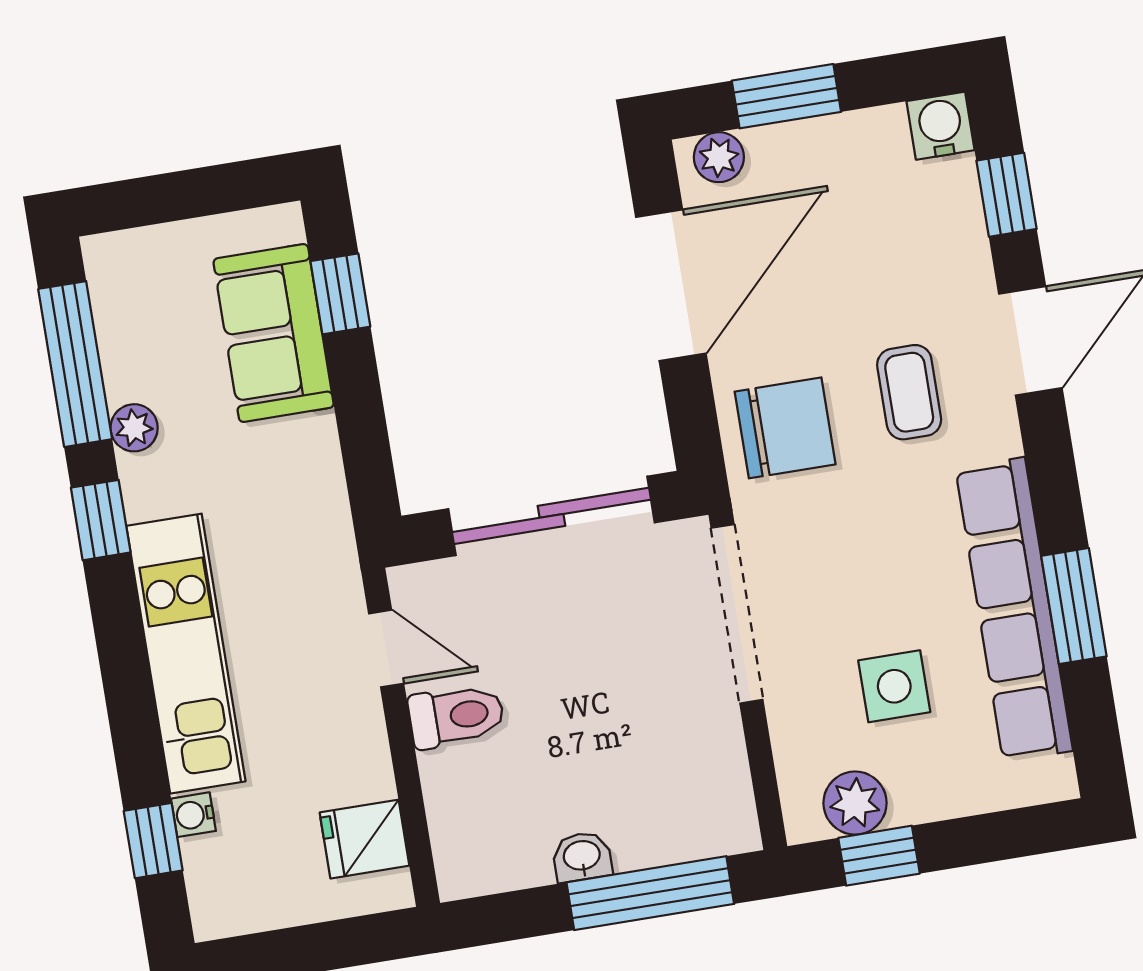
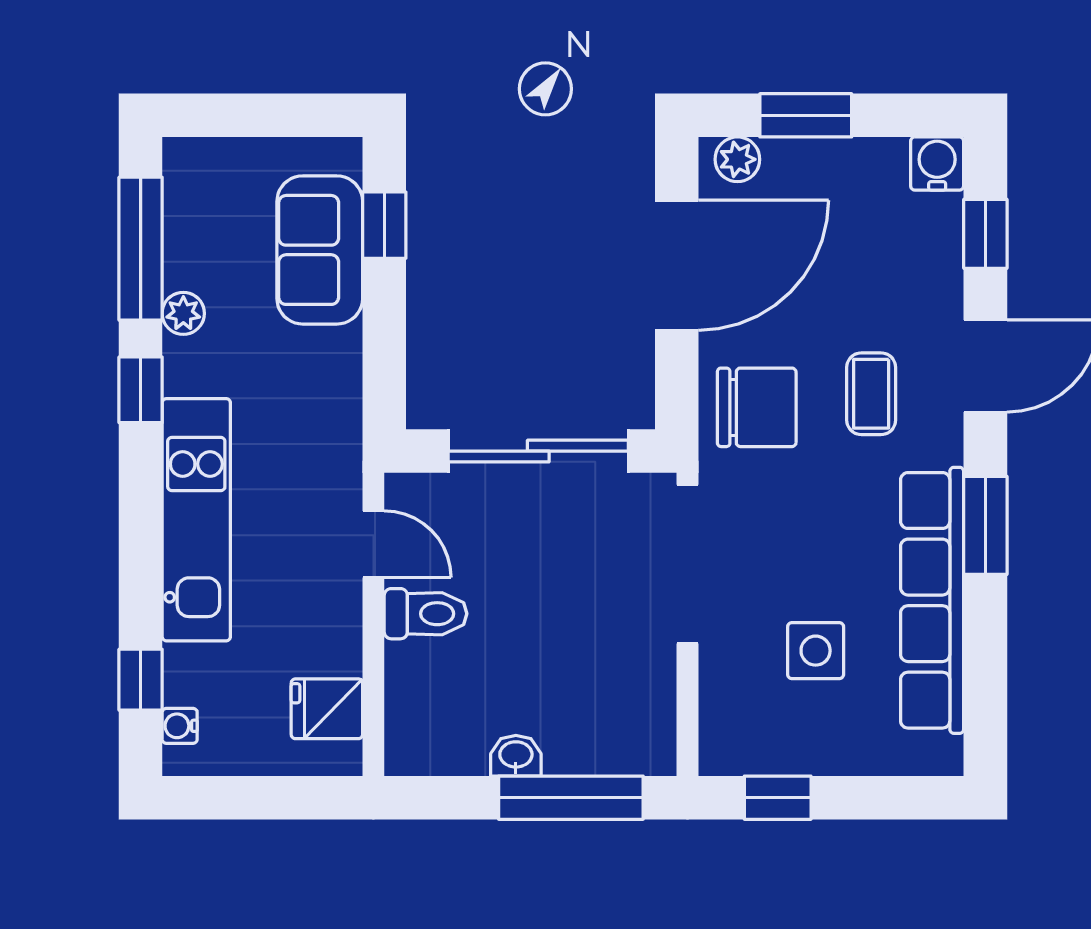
window: (1074, 606) -> (985, 525), moved
plant: (855, 803) -> (764, 748), removed
water cooler: (193, 815) -> (180, 726), moved

